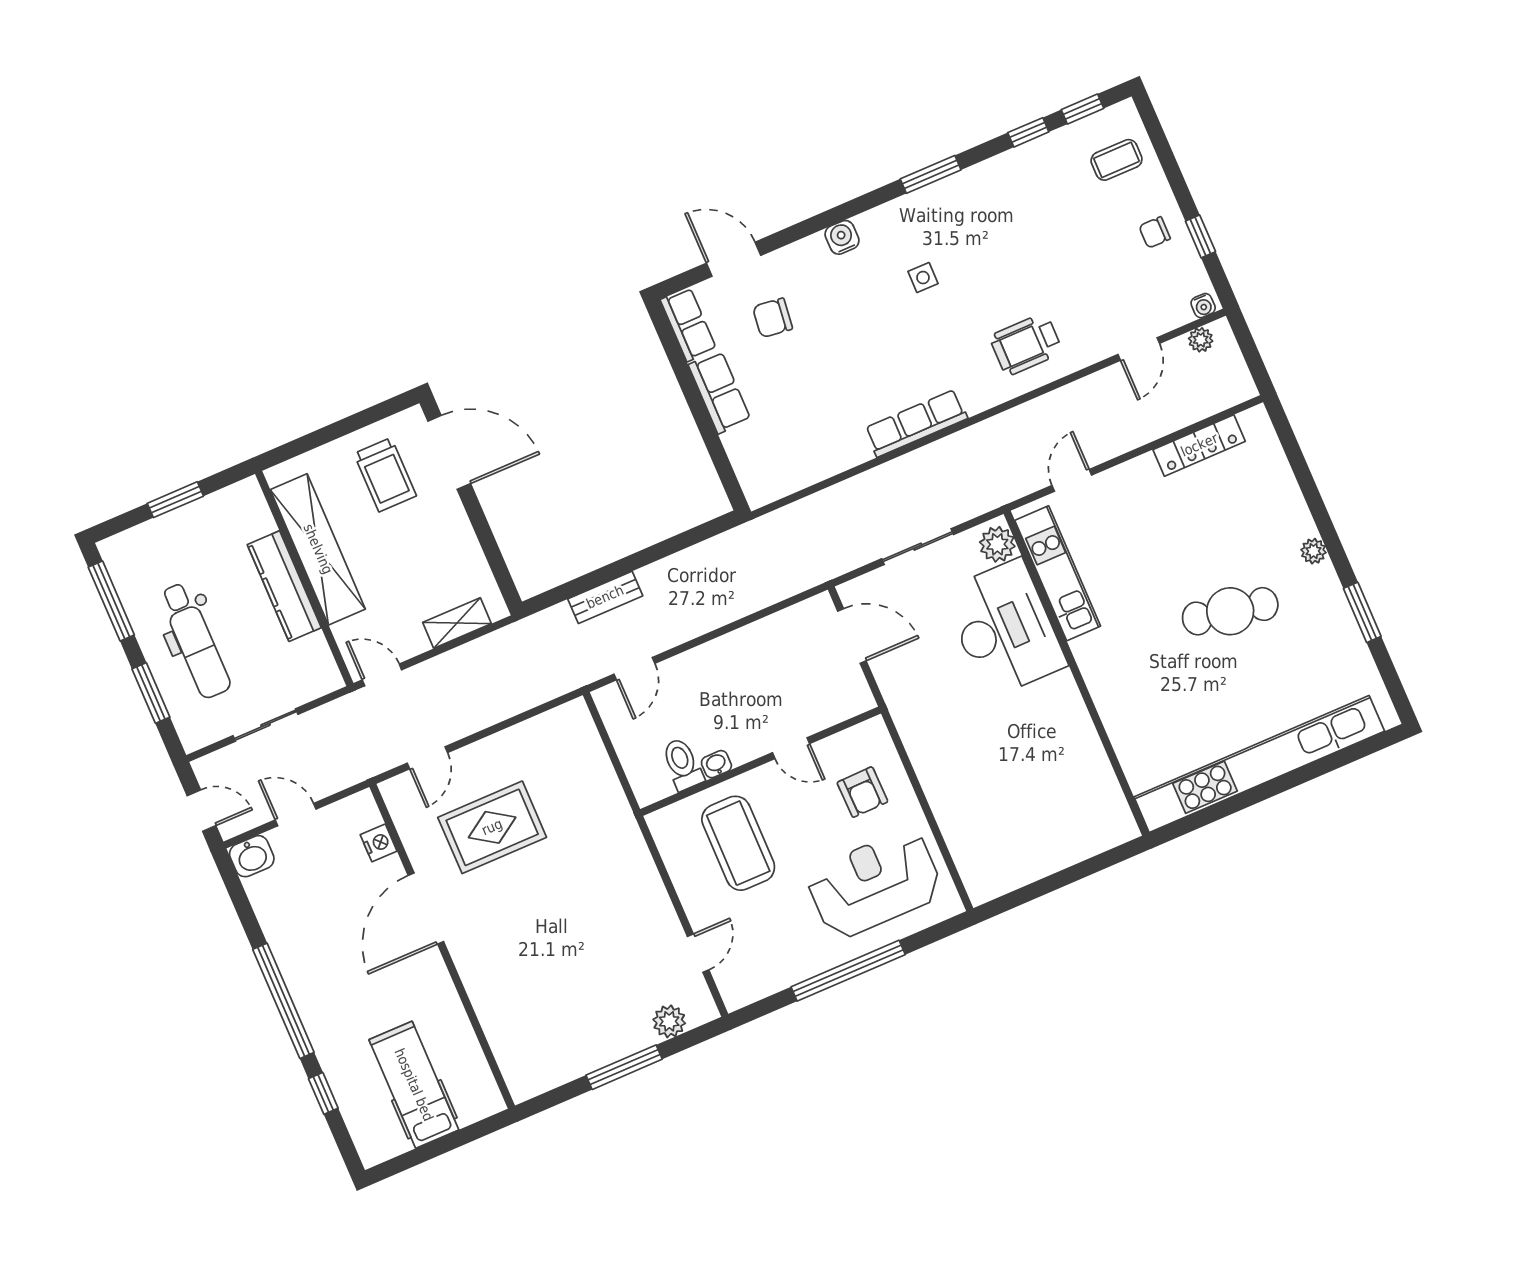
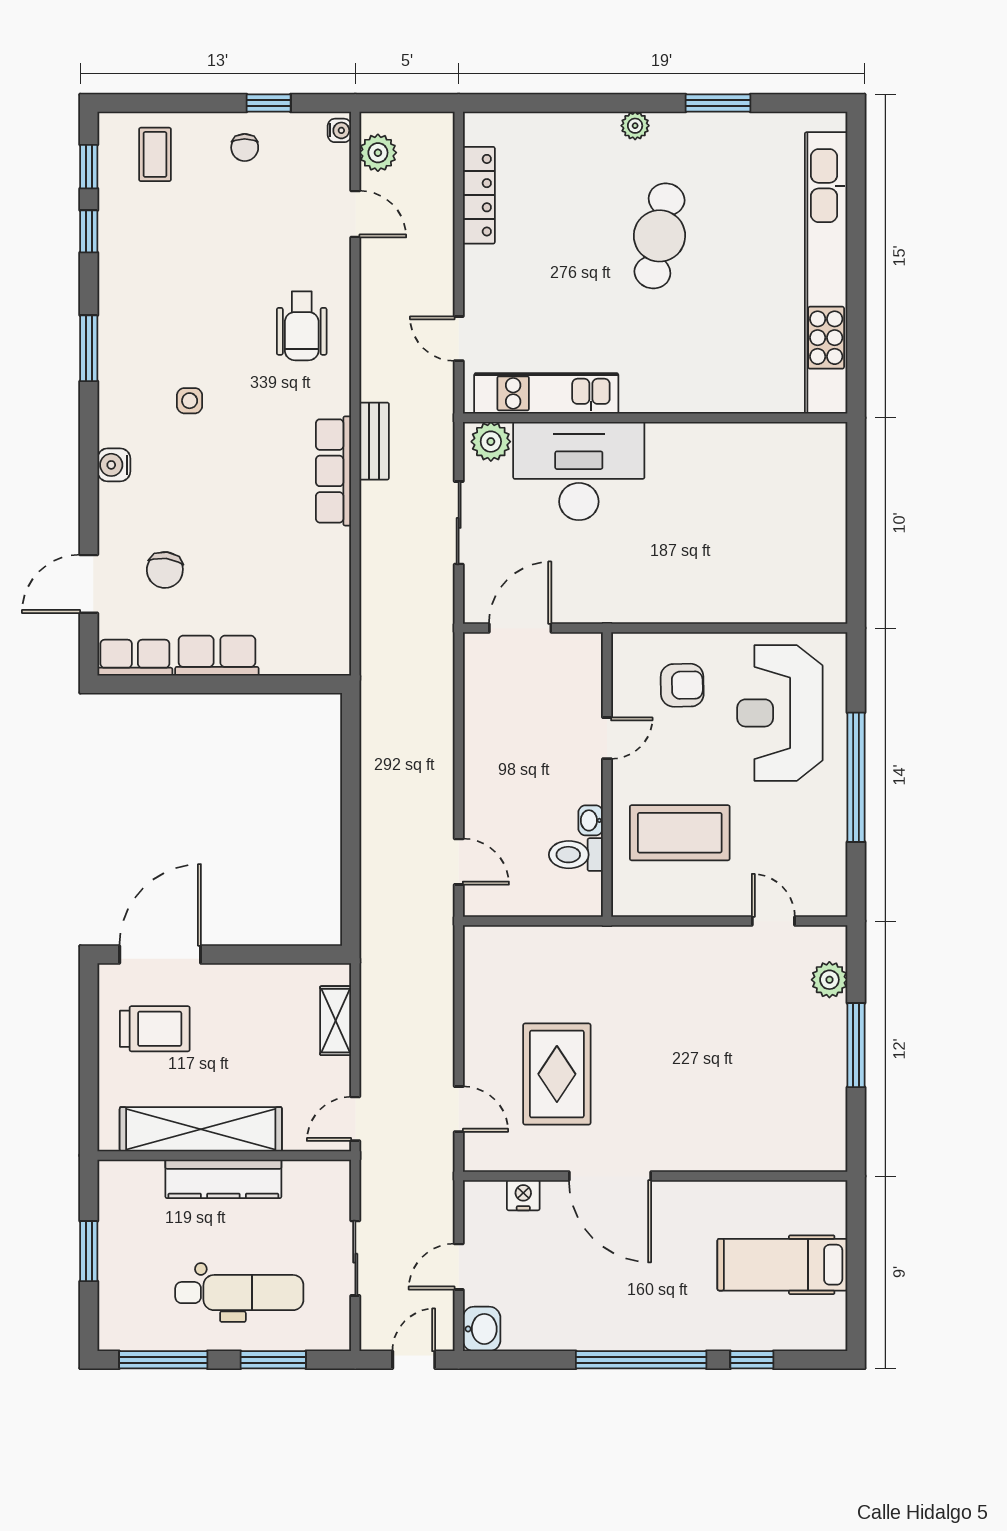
plant: (1201, 340) -> (378, 153), width x1.38, depth x1.38
bench: (605, 597) -> (374, 441), moved

